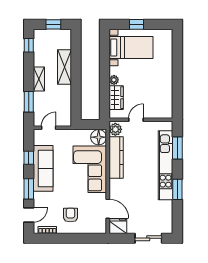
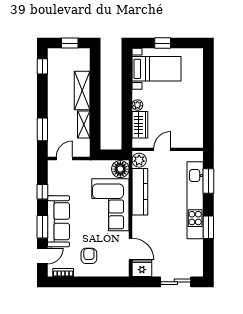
shelving: (39, 79) -> (84, 125), moved
sofa: (43, 168) -> (58, 221), moved

